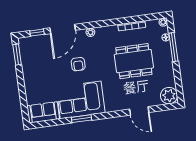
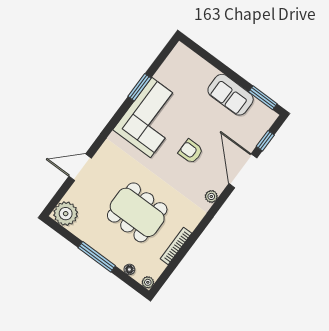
window: (173, 47) -> (97, 257), moved
dining table: (134, 61) -> (137, 212), turned 90
sofa: (43, 112) -> (231, 95), moved, turned 90
window: (82, 119) -> (139, 87), moved

